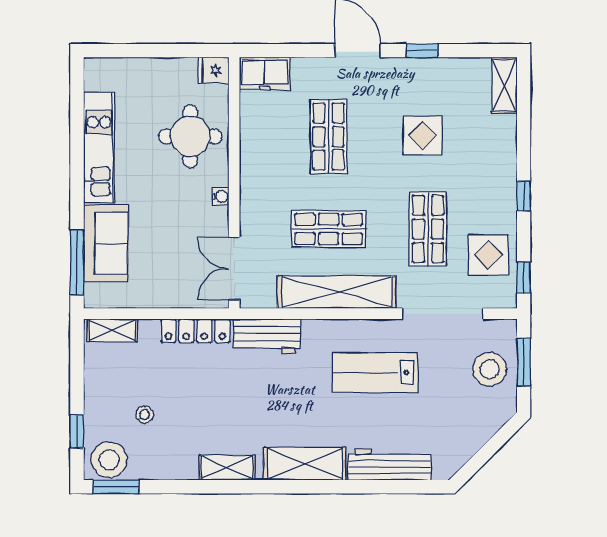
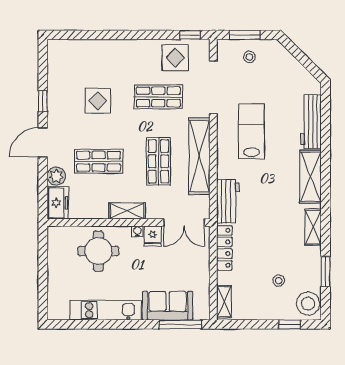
fridge: (213, 70) -> (153, 236), moved
plant: (306, 71) -> (56, 176), added
shelving: (504, 85) -> (127, 211), moved
window: (524, 196) -> (137, 35), removed
stool: (490, 369) -> (249, 57), width x0.53, depth x0.53
lab bench: (375, 373) -> (251, 131), turned 180
window: (116, 487) -> (325, 272), moved

